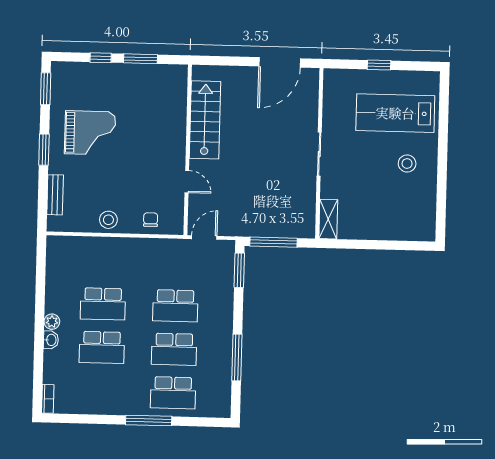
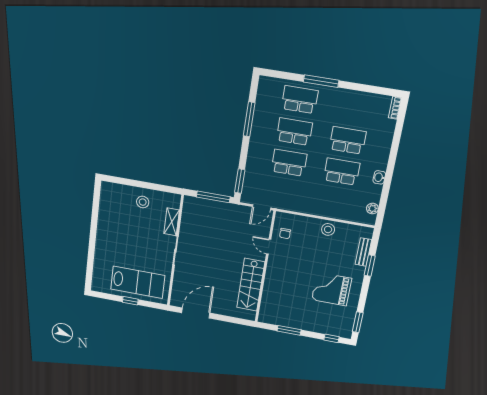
window: (101, 58) -> (332, 338), moved
lab bench: (395, 113) -> (138, 282), moved
window: (44, 150) -> (370, 266), moved
stool: (407, 164) -> (143, 202), moved
shelving: (328, 219) -> (172, 222), moved
chair: (151, 220) -> (285, 234), moved
plant: (52, 322) -> (372, 209), moved
washbasin: (51, 340) -> (379, 177), moved

